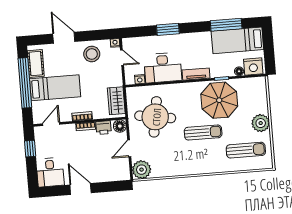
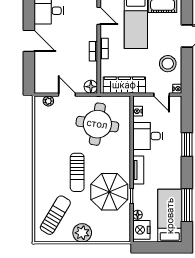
door: (122, 58) -> (162, 95), hinge flipped
desk: (163, 68) -> (148, 136), width x0.73
wardrobe: (116, 101) -> (124, 85), width x1.50
printer: (104, 128) -> (91, 70), removed
sun lounger: (246, 150) -> (55, 215), turned -149
plant: (142, 170) -> (48, 101), width x0.53, depth x0.53
door: (81, 189) -> (29, 41), hinge flipped

